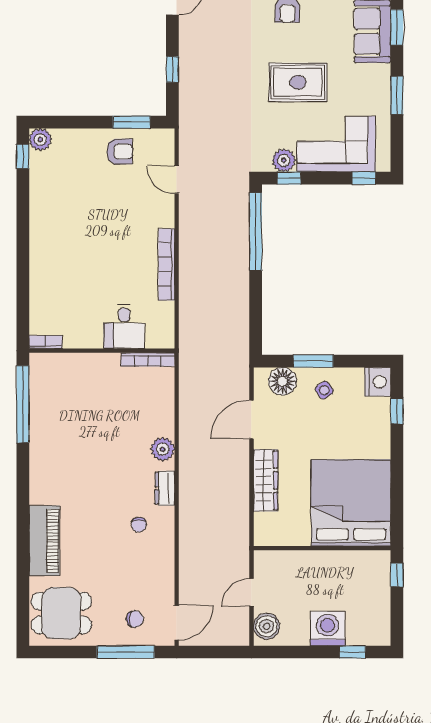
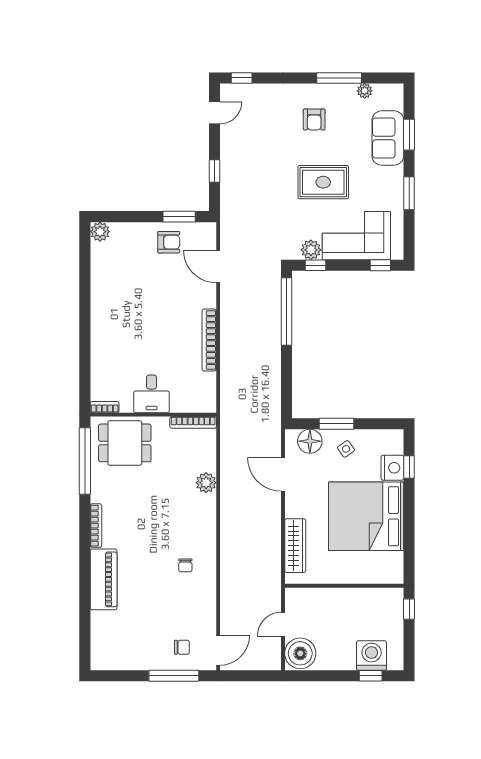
window: (23, 156) -> (85, 246), removed
door: (177, 180) -> (218, 267), width x1.38
desk: (124, 327) -> (151, 394), moved
nightstand: (378, 382) -> (392, 468), moved
door: (251, 420) -> (283, 474), hinge flipped
plant: (163, 449) -> (206, 483), moved
bookcase: (36, 479) -> (96, 526), added
wardrobe: (266, 480) -> (295, 546), moved
dresser: (165, 488) -> (208, 534), removed
bed: (351, 503) -> (366, 516), moved, turned -90
dining table: (61, 613) -> (125, 443), moved
boiler: (267, 626) -> (300, 653), width x1.37, depth x1.37
washing machine: (327, 629) -> (372, 656), moved

